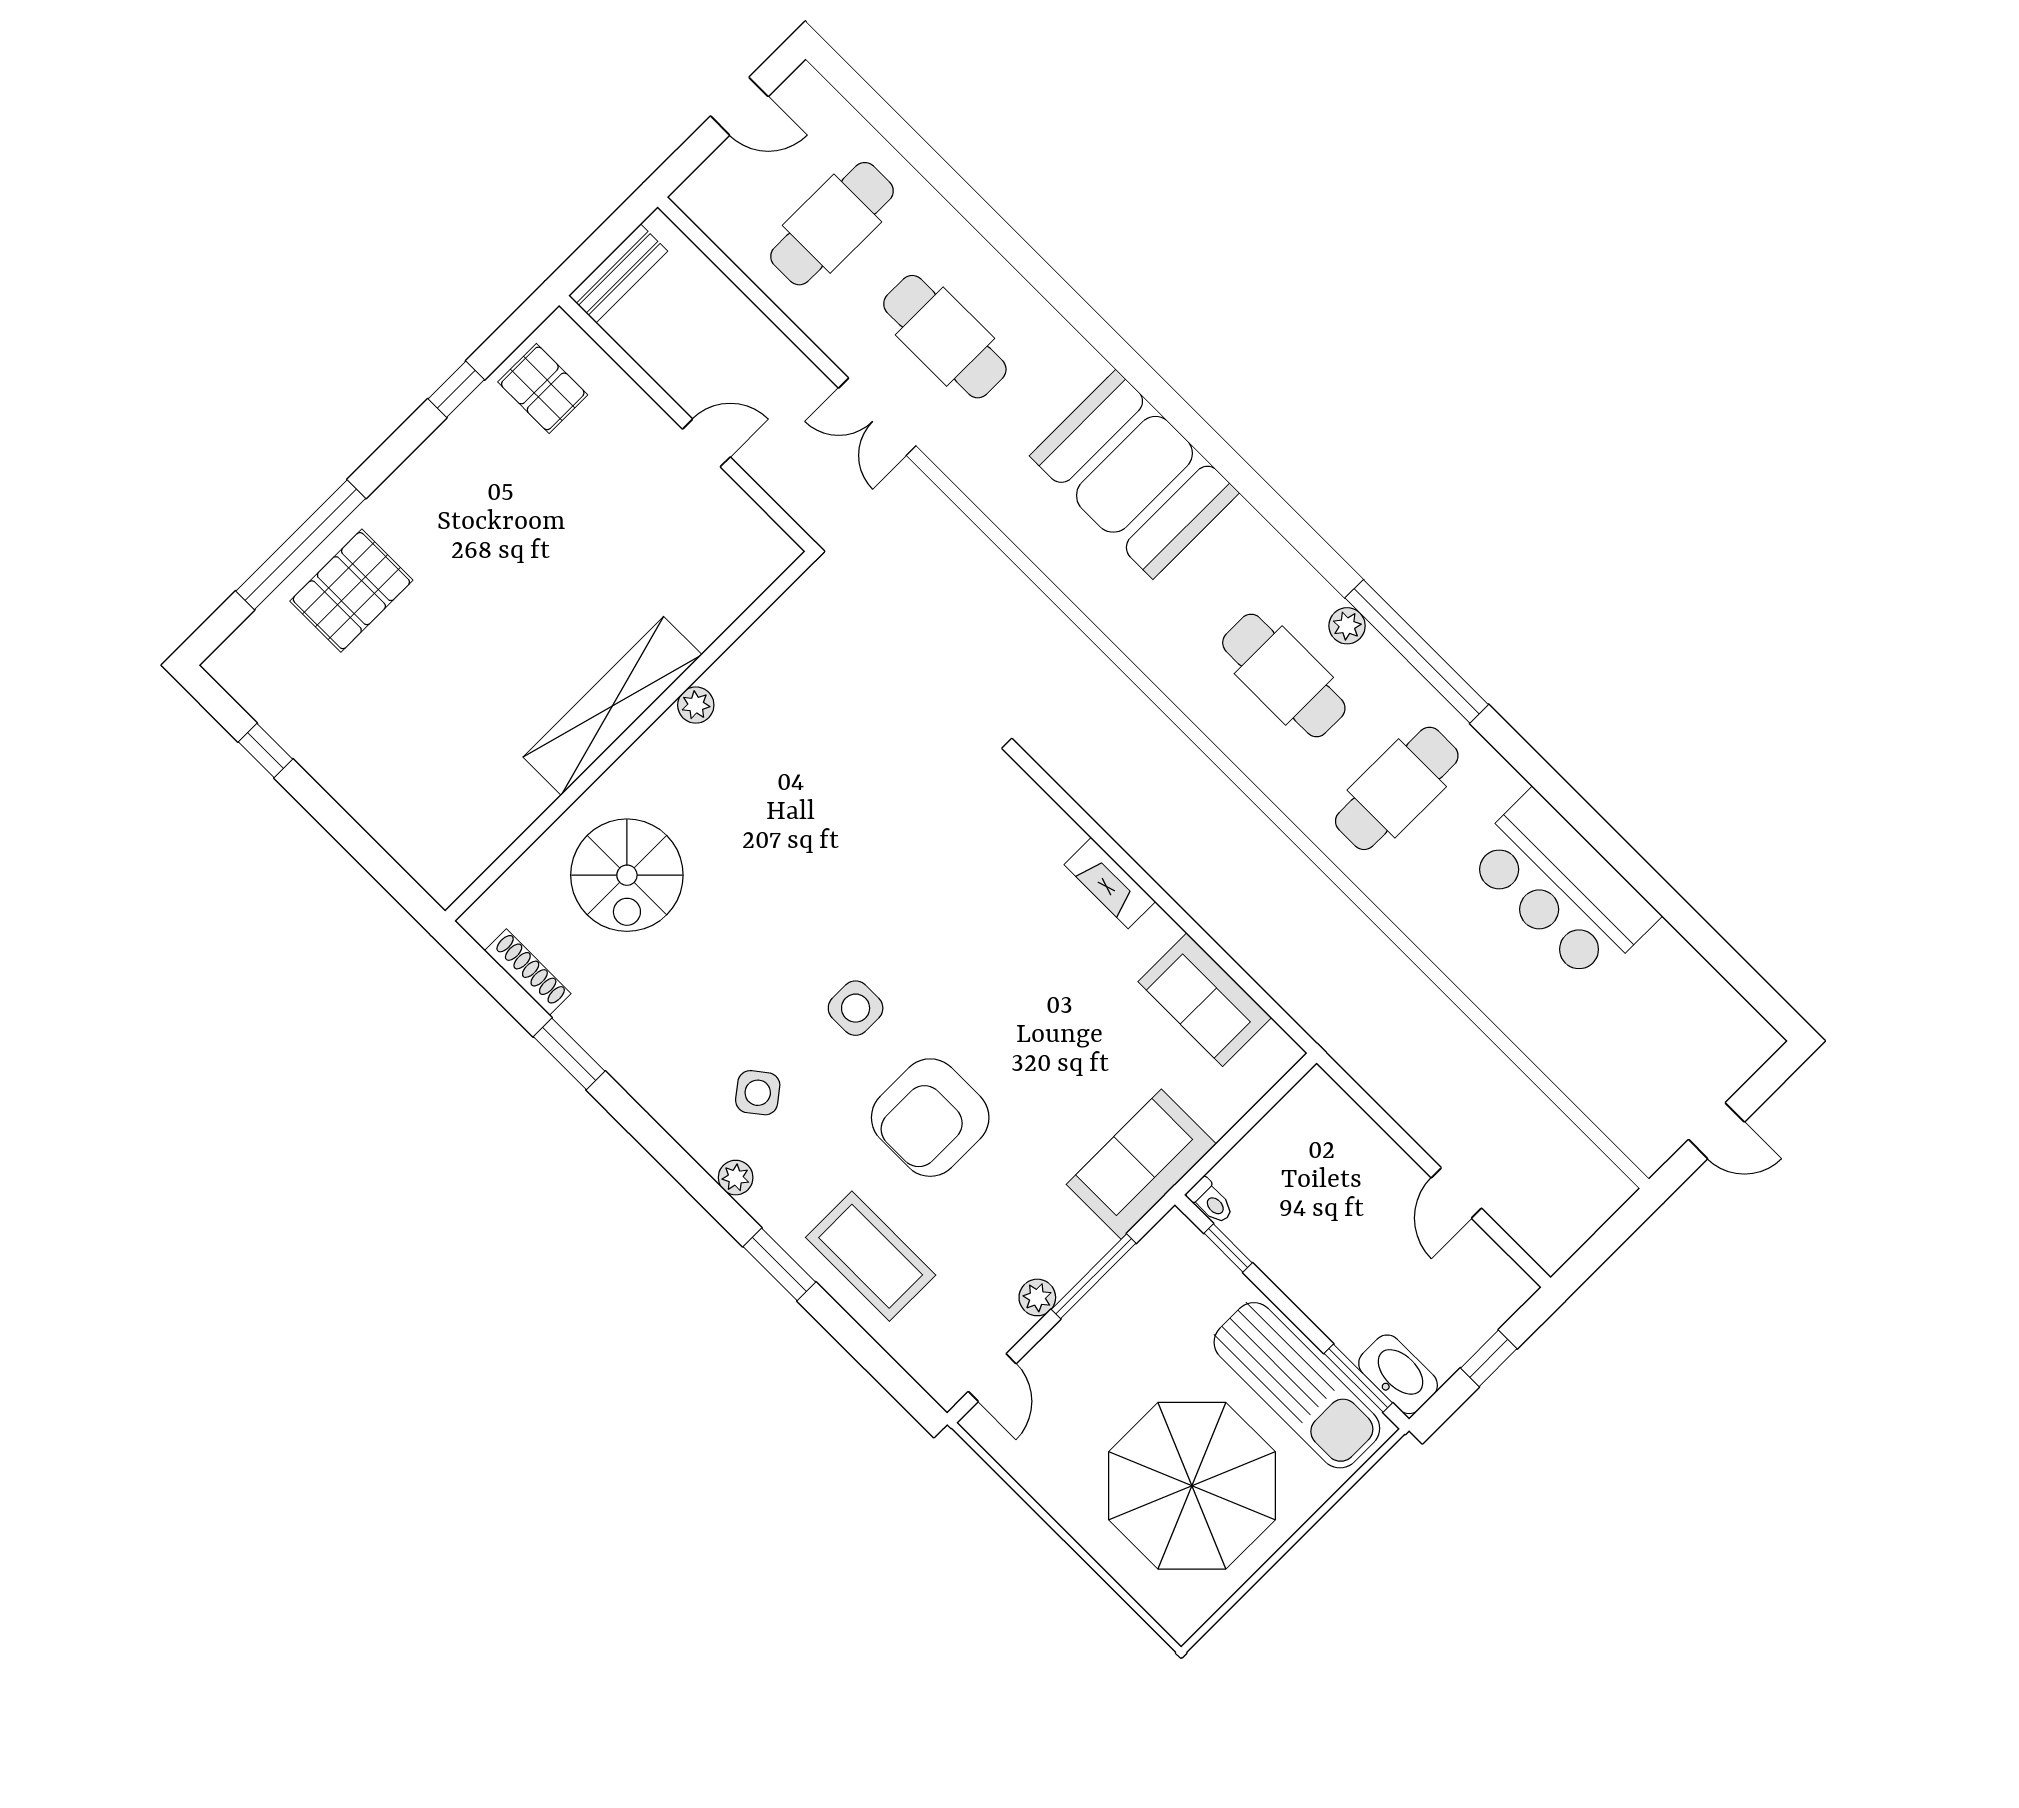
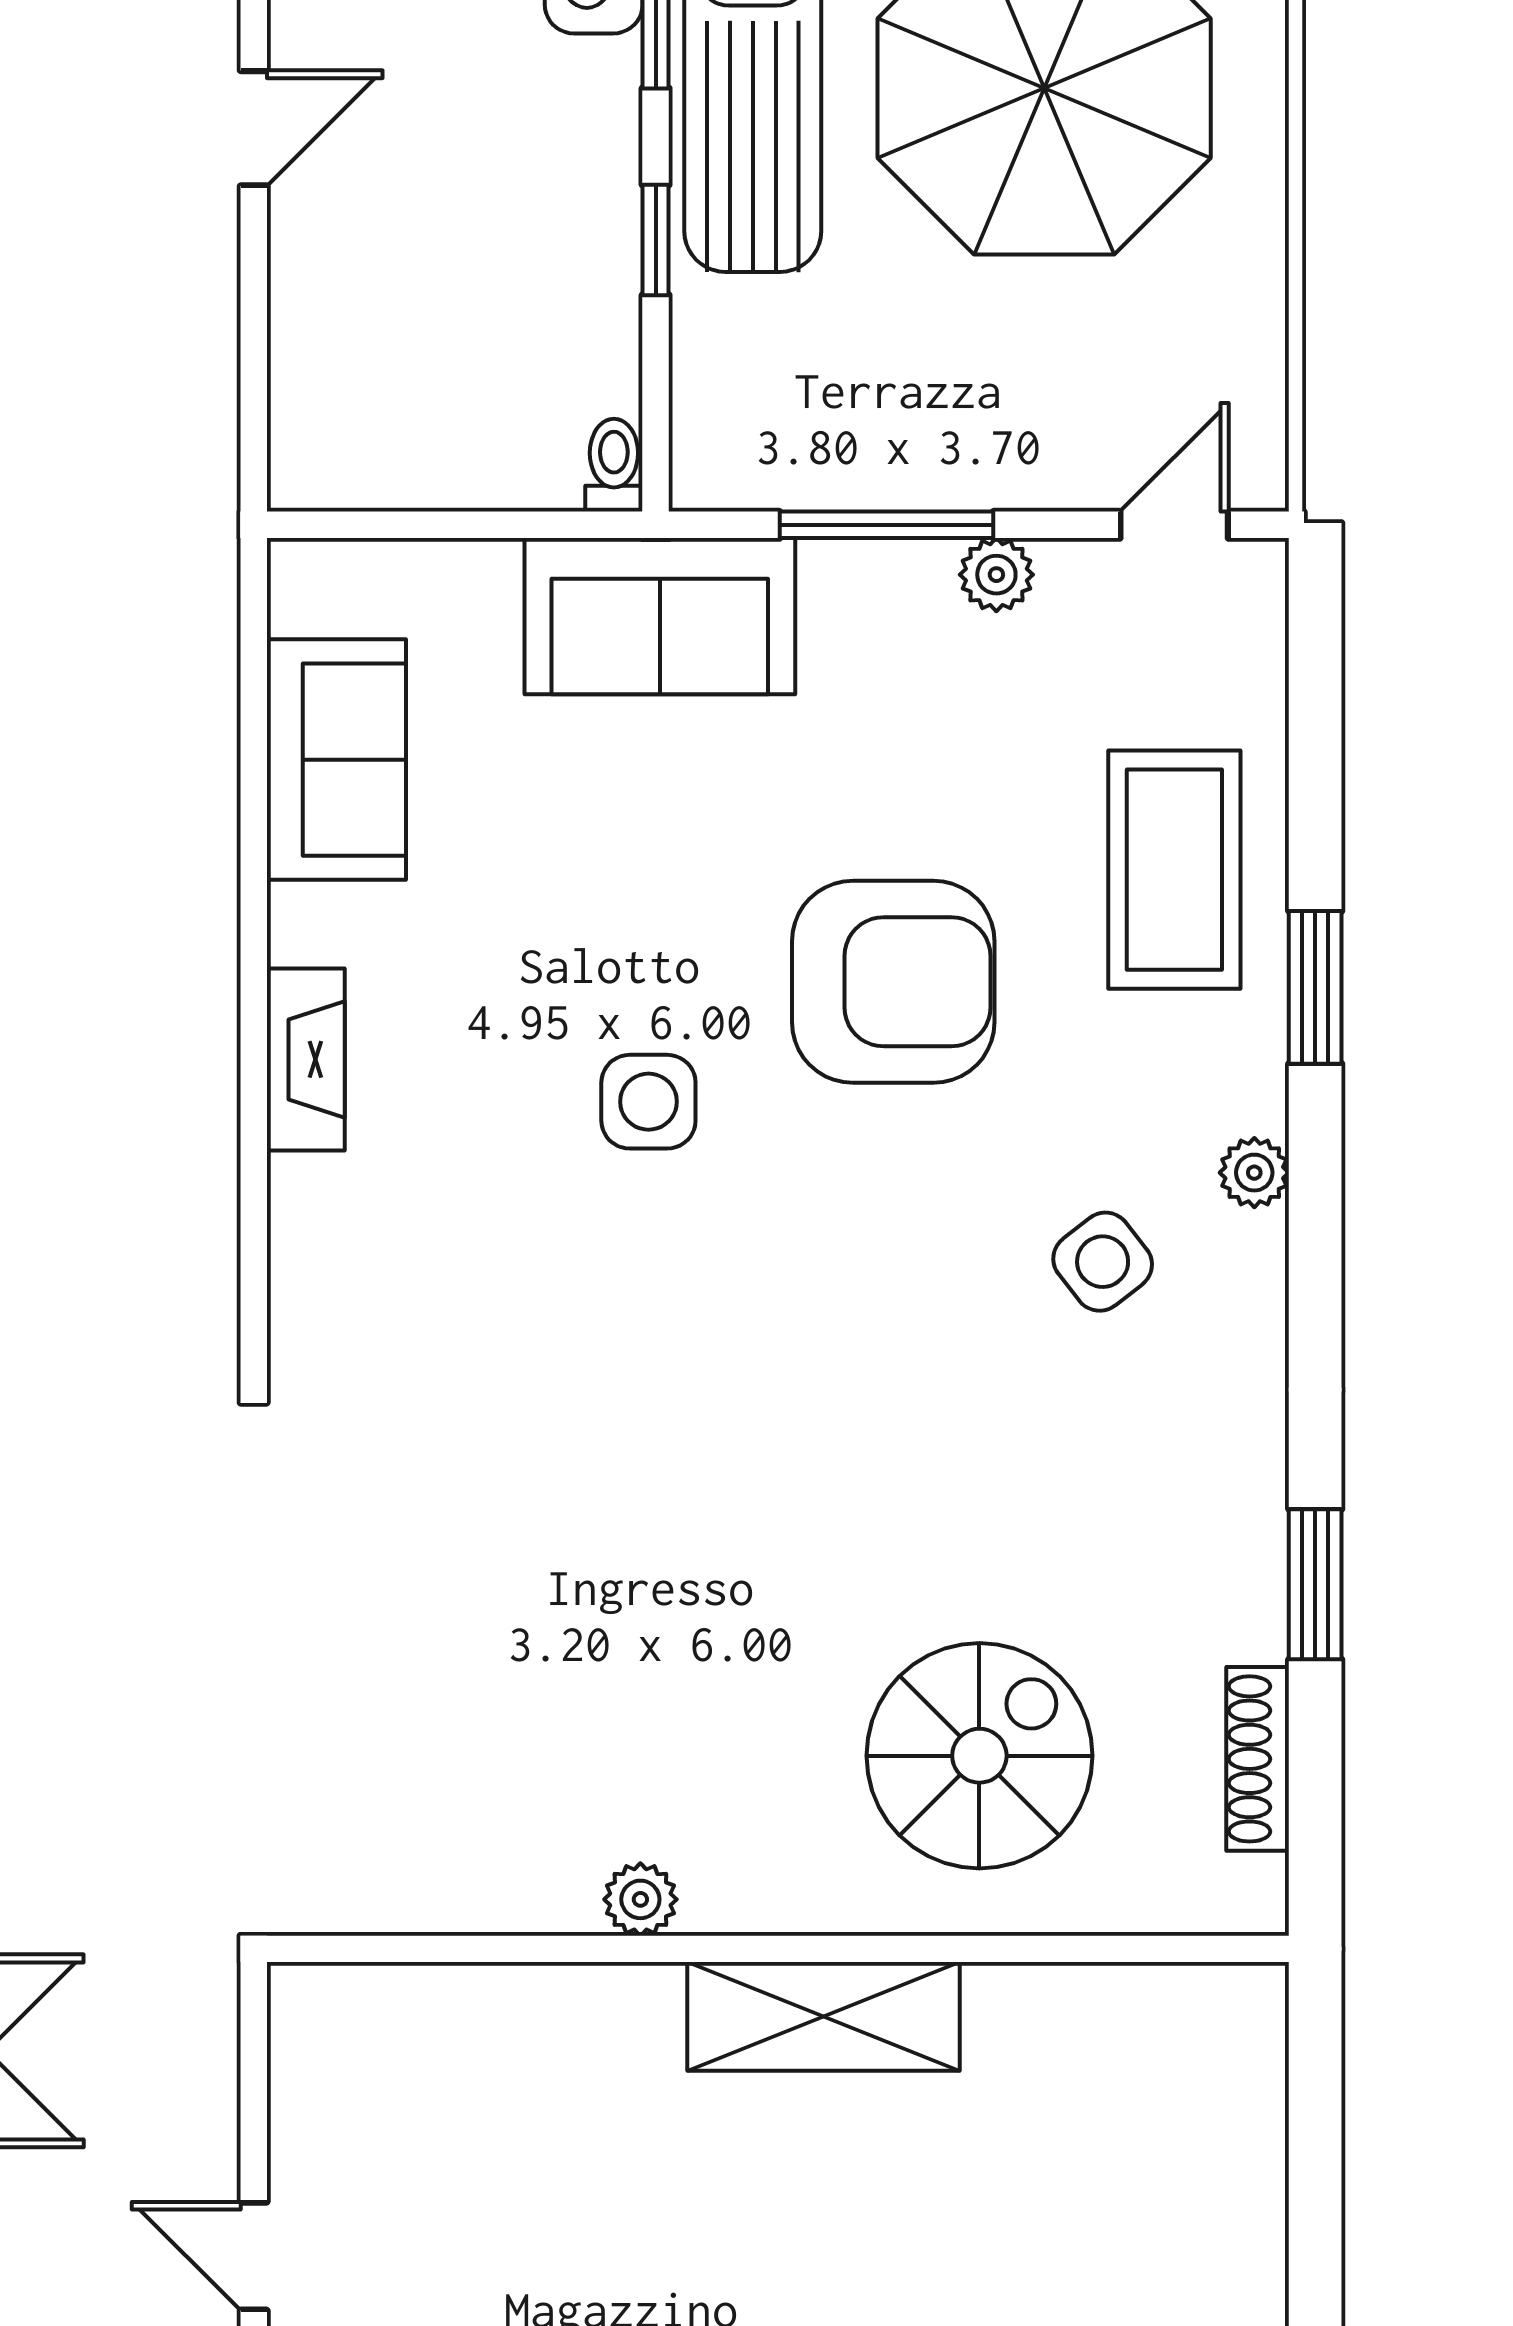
shelving: (612, 706) -> (823, 2016), width x0.68
side table: (856, 1008) -> (648, 1102), moved
window: (1228, 1248) -> (656, 240), moved

